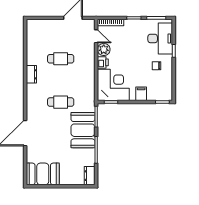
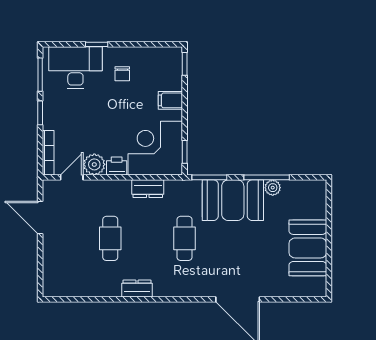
plant: (90, 153) -> (273, 188), added
booth: (43, 174) -> (308, 248), moved
dresser: (90, 176) -> (148, 189), moved

